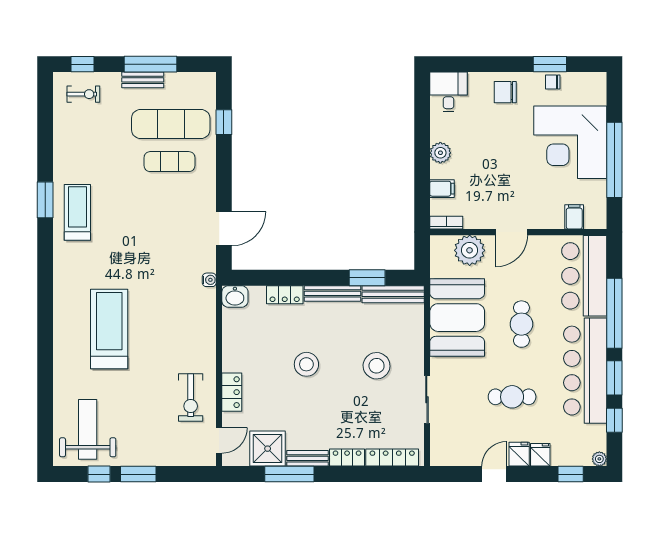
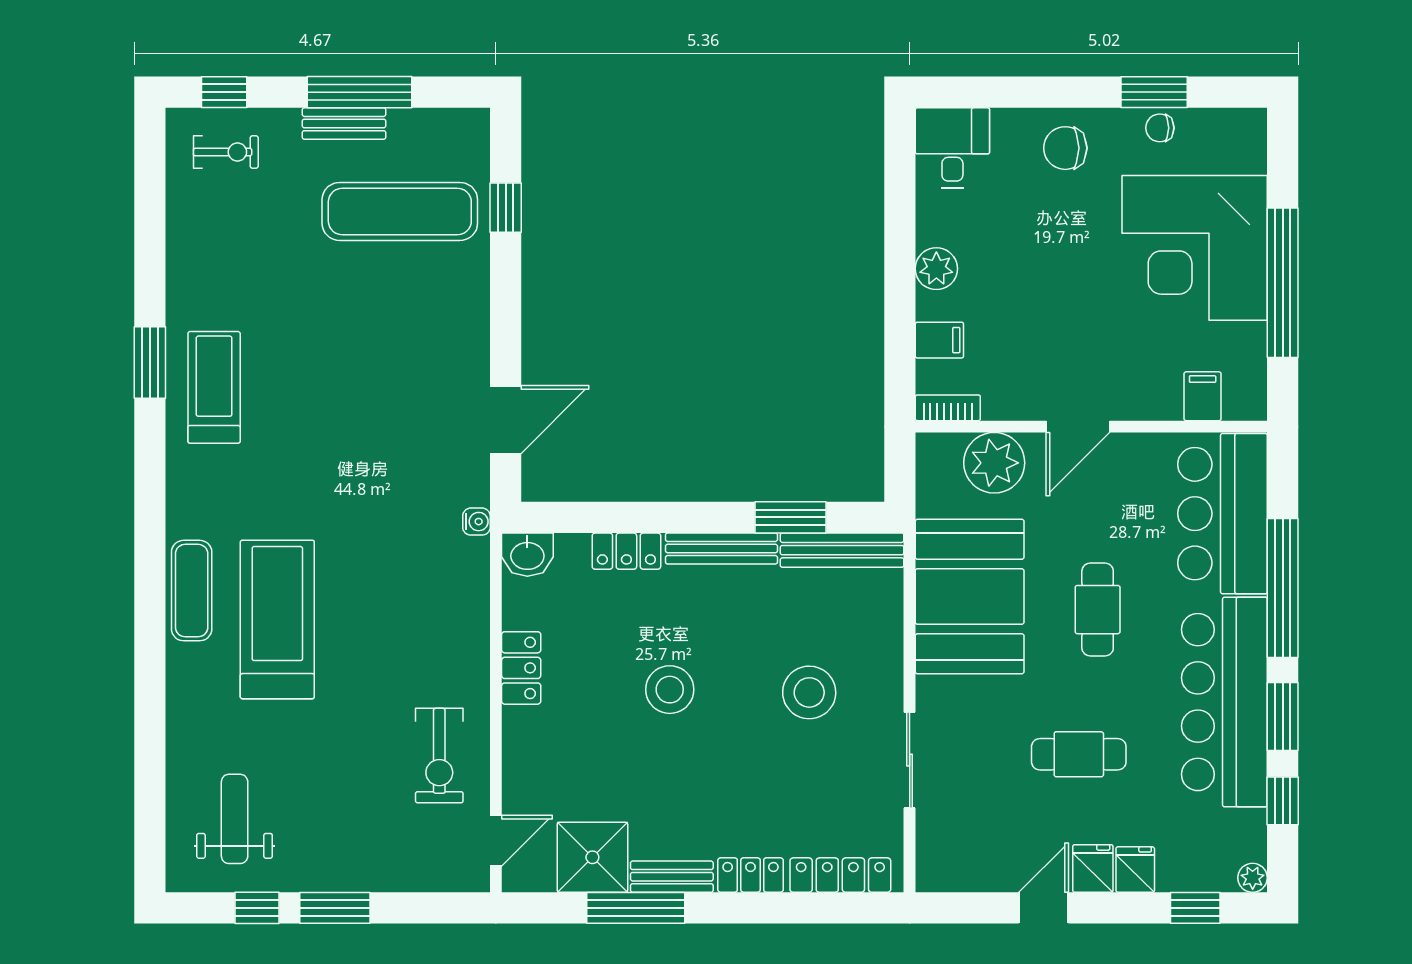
exercise mat: (169, 162) -> (192, 591), moved, turned 90
locker: (232, 392) -> (521, 668), moved
weight bench: (88, 429) -> (235, 819), width x0.73, depth x0.75

